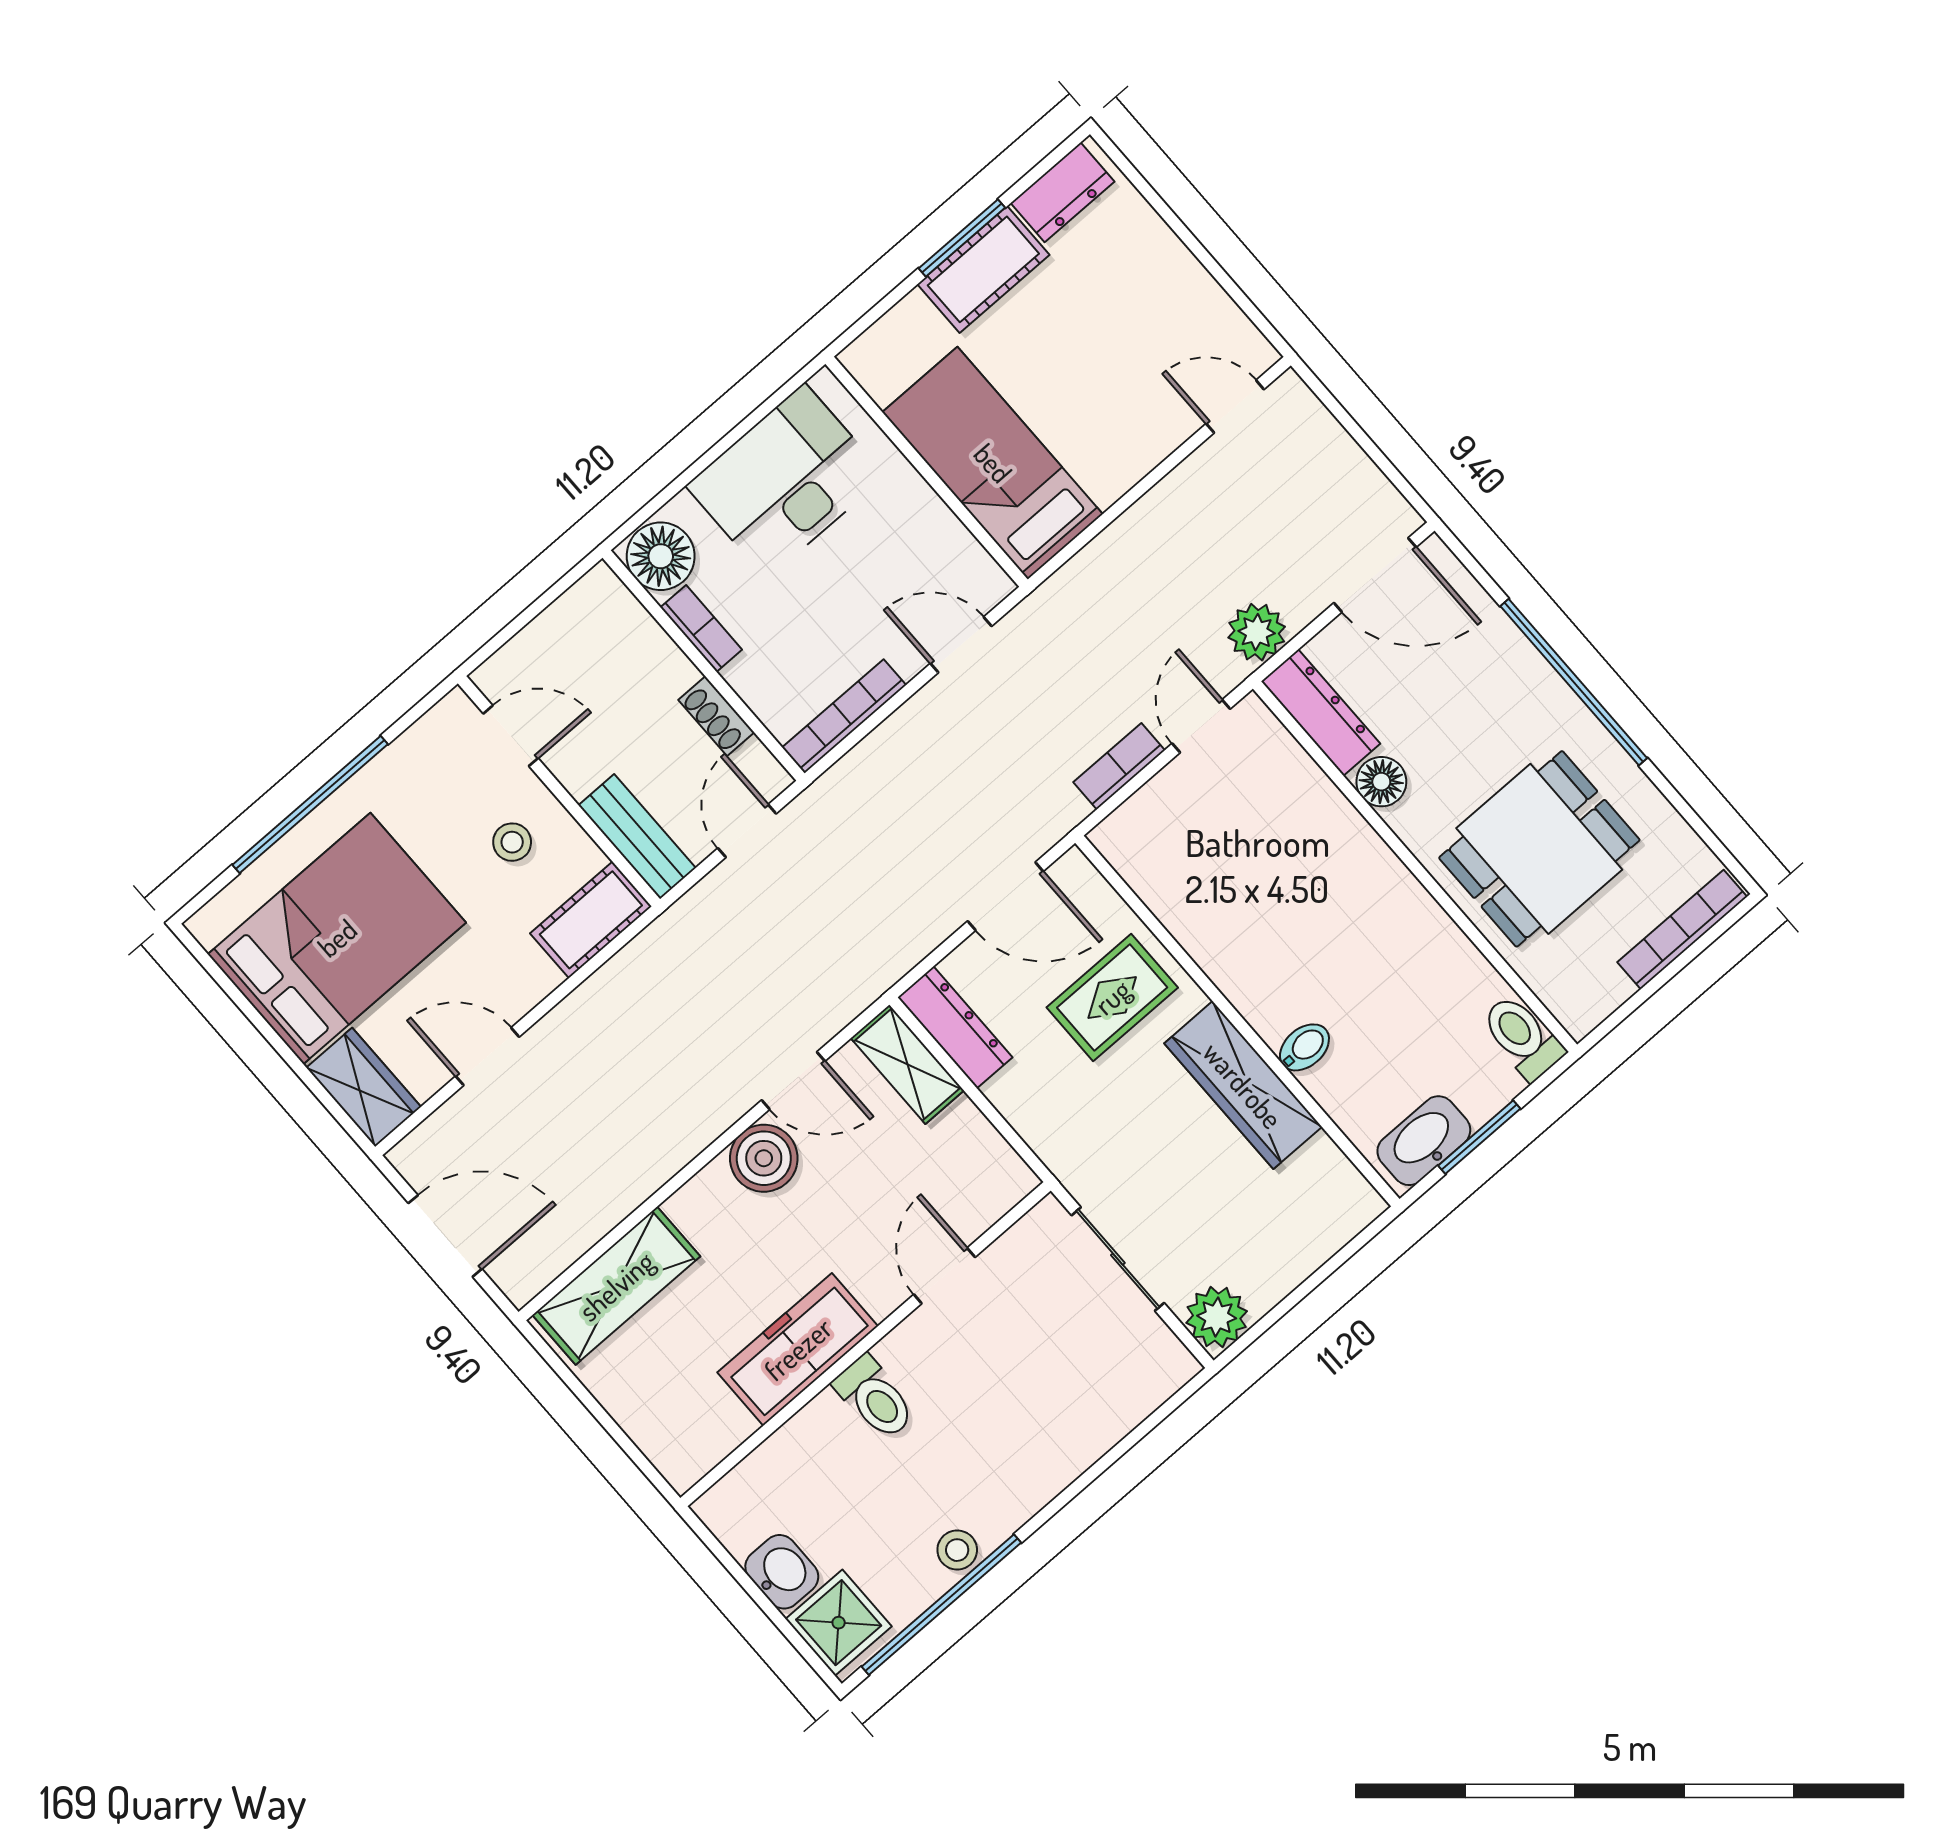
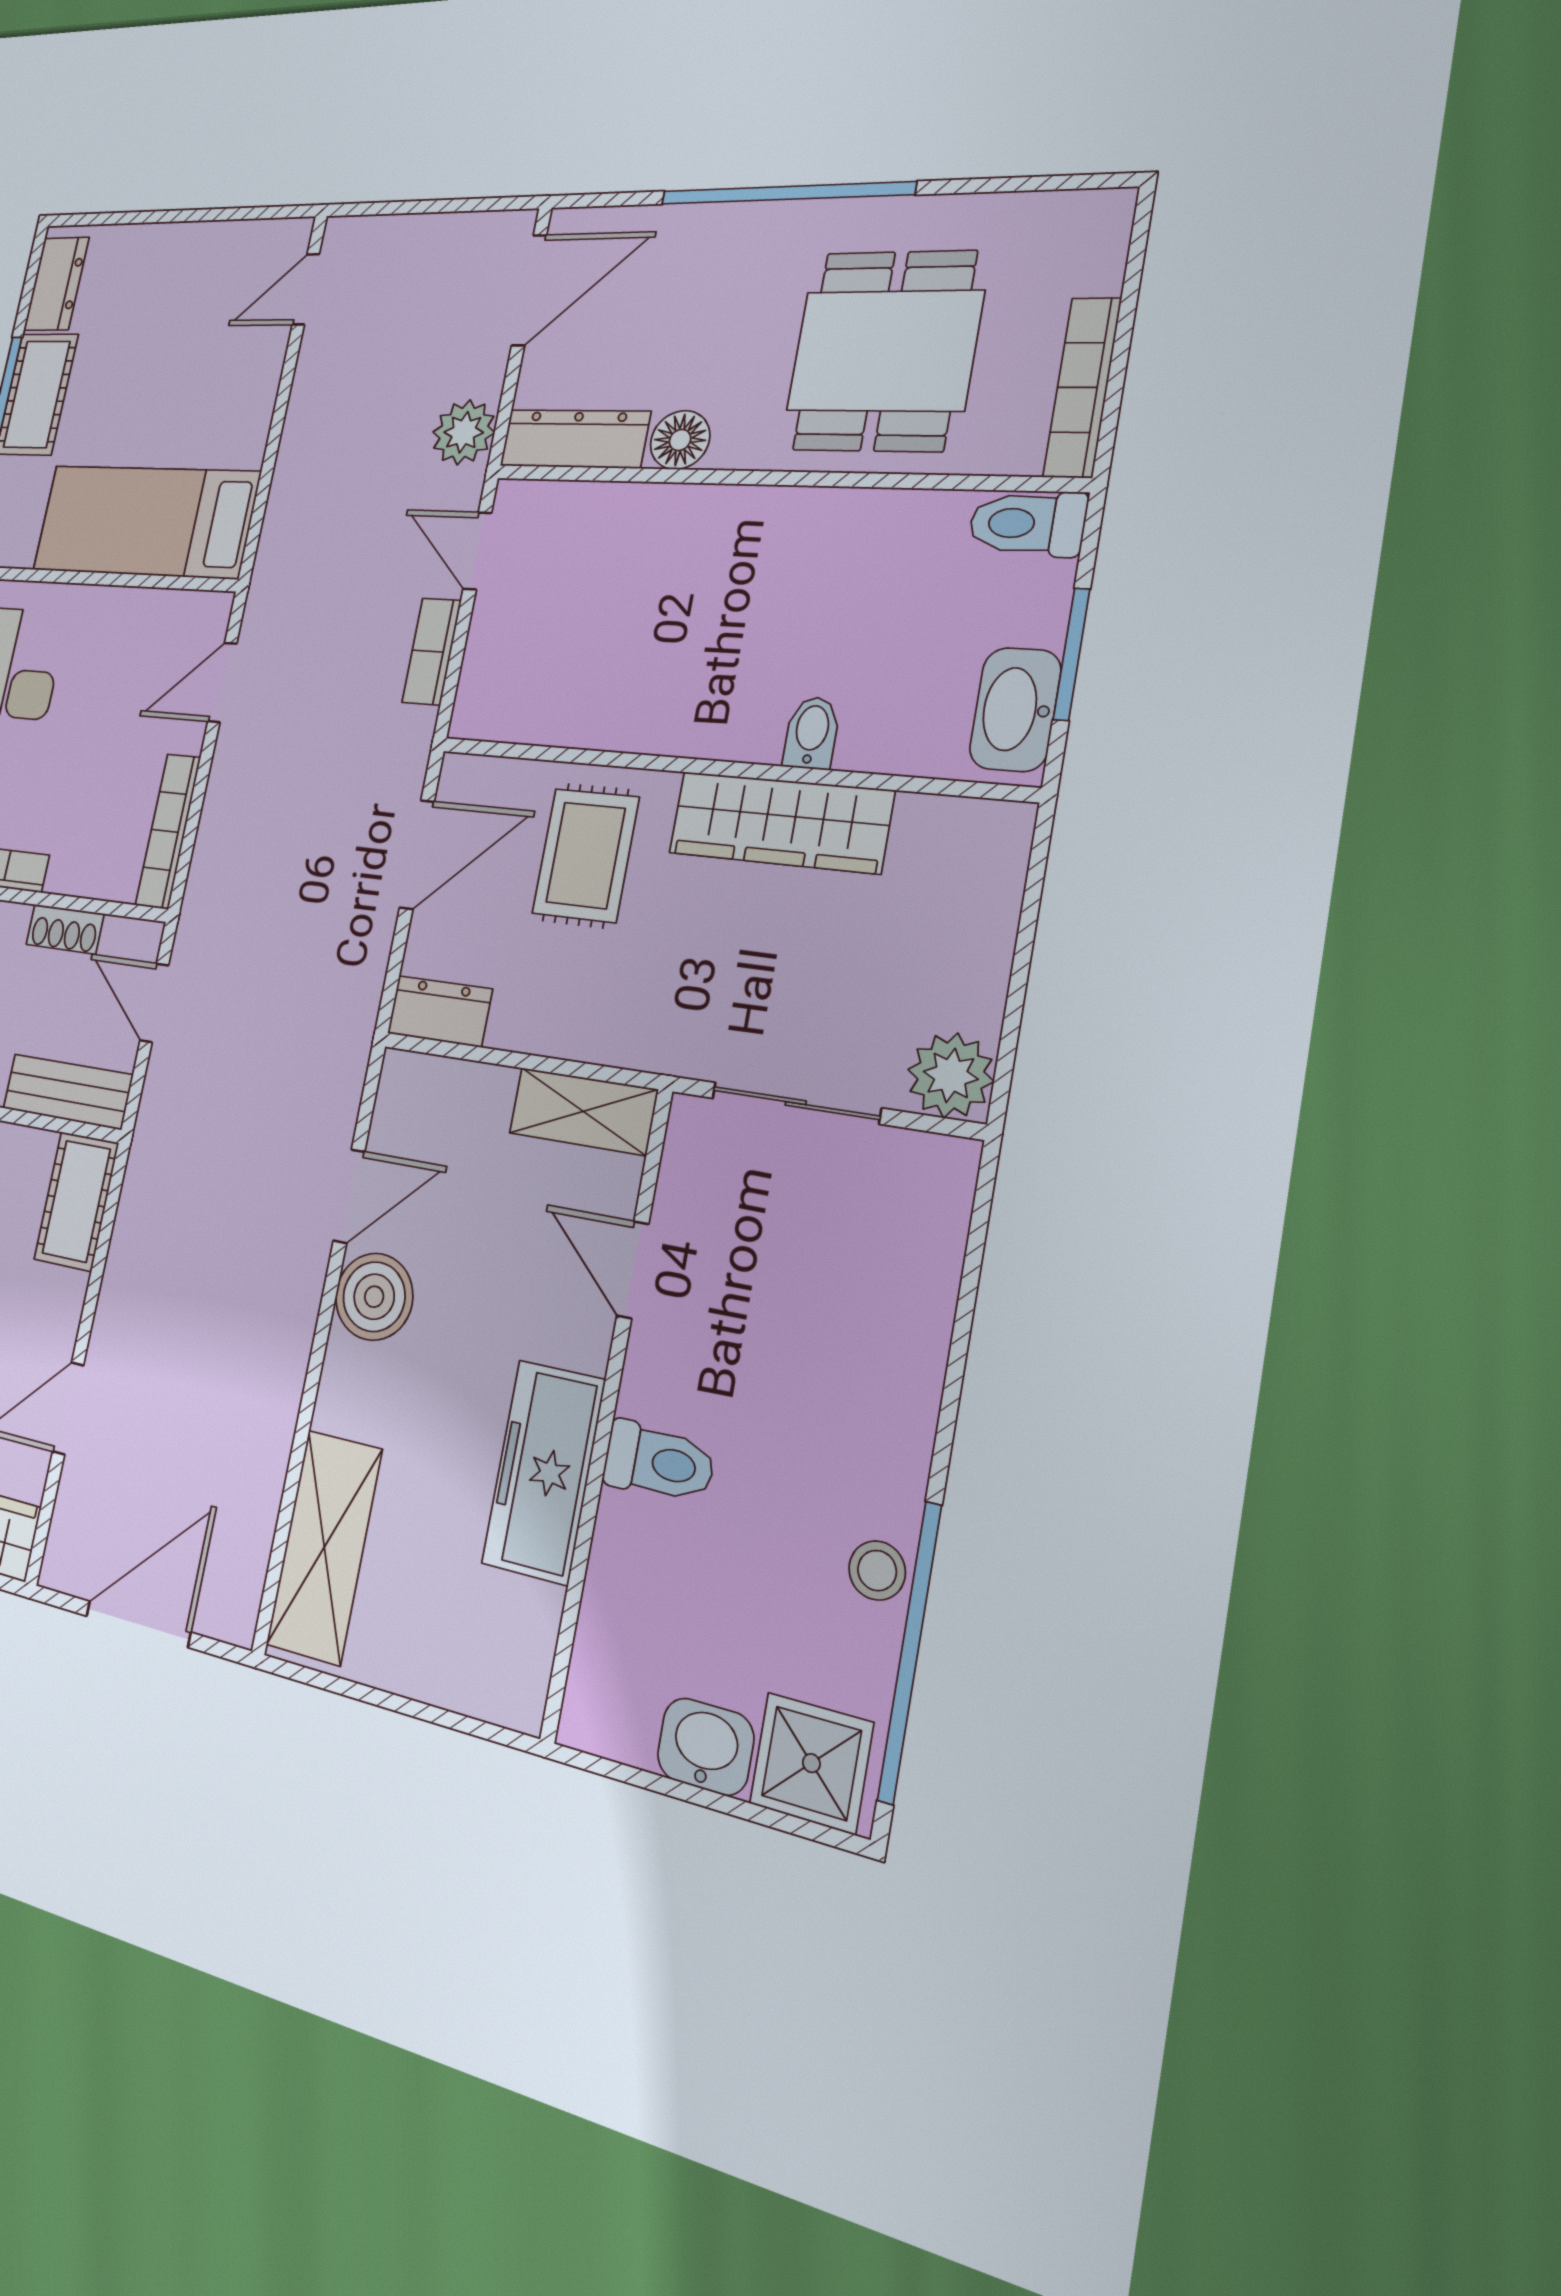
bookcase: (1682, 929) -> (1082, 387), moved
dresser: (955, 1027) -> (440, 1011), width x0.70
shelving: (907, 1064) -> (583, 1111), moved

